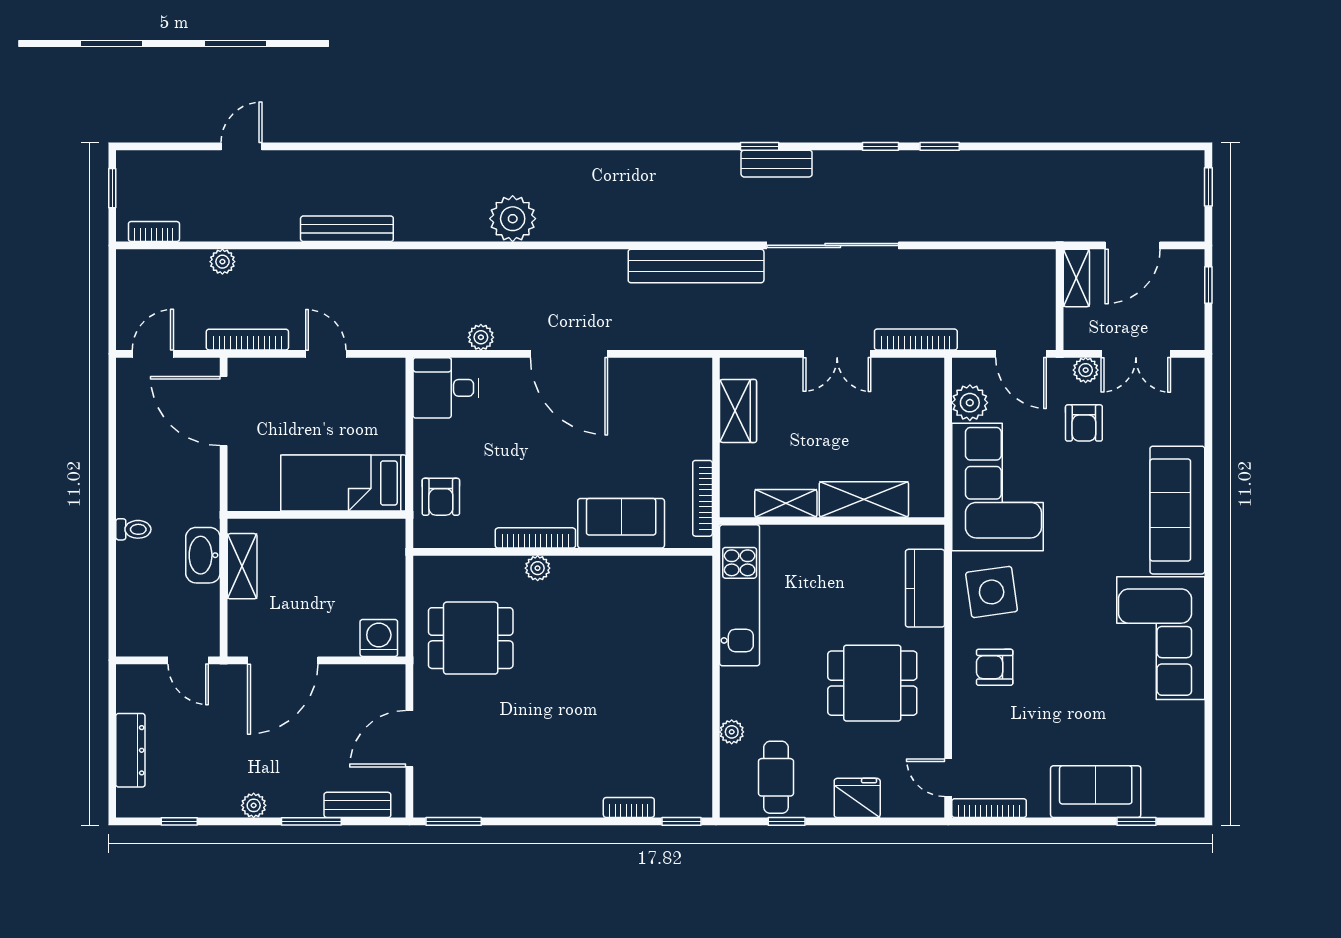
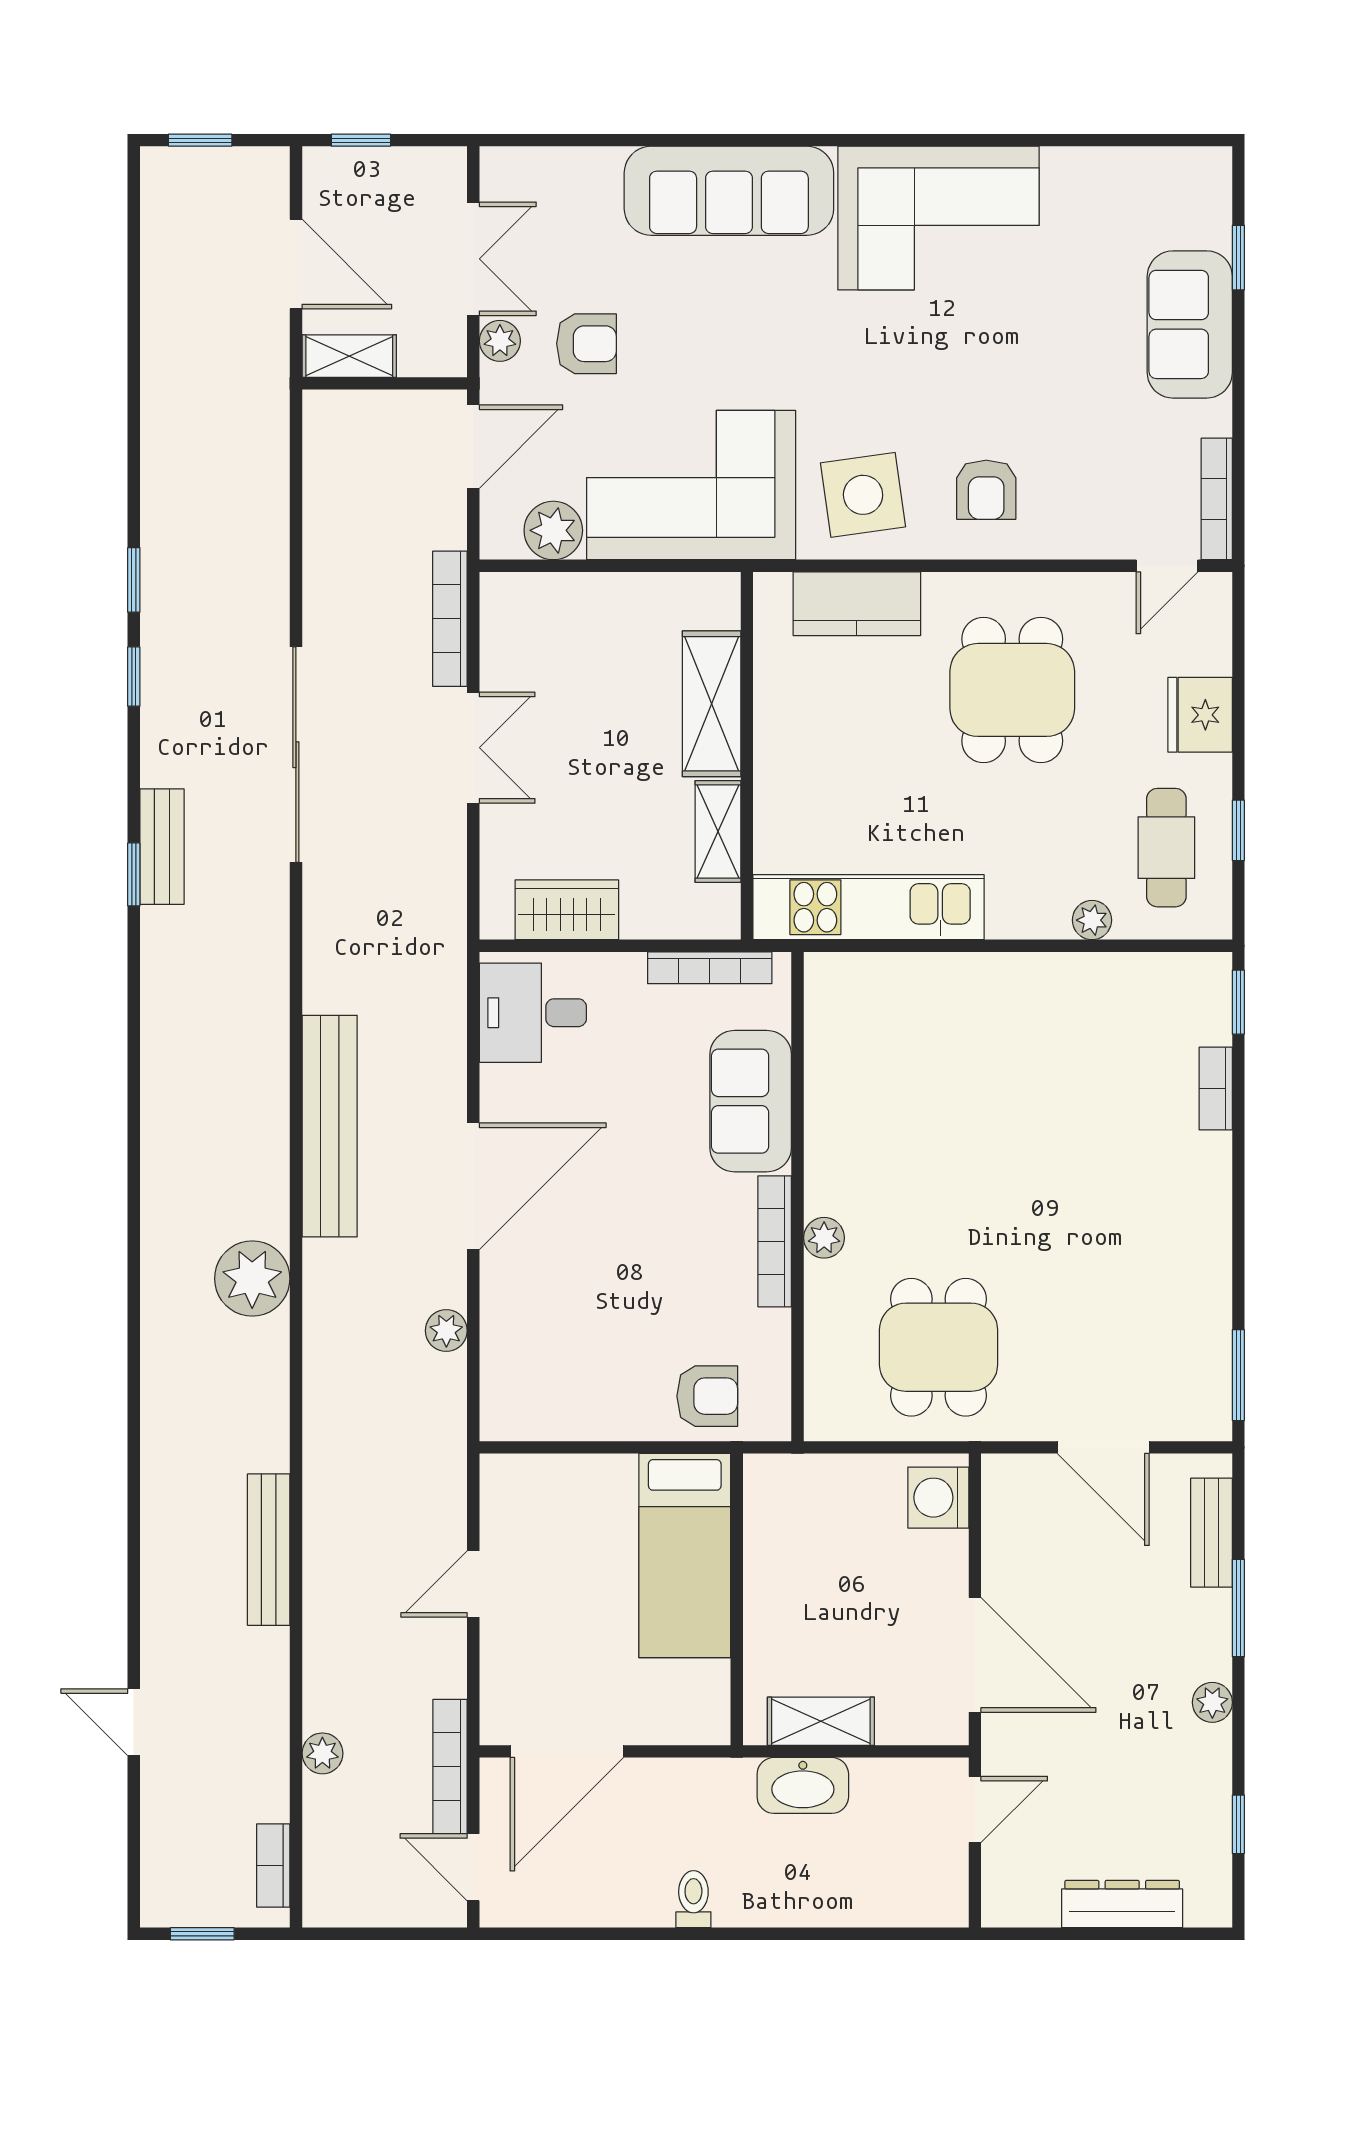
bench: (696, 266) -> (330, 1126), moved
bookcase: (247, 340) -> (450, 1767), moved
desk: (446, 388) -> (533, 1013), moved, turned 90
toilet: (133, 529) -> (693, 1899), moved
cafe table: (776, 777) -> (1166, 848), turned 90

